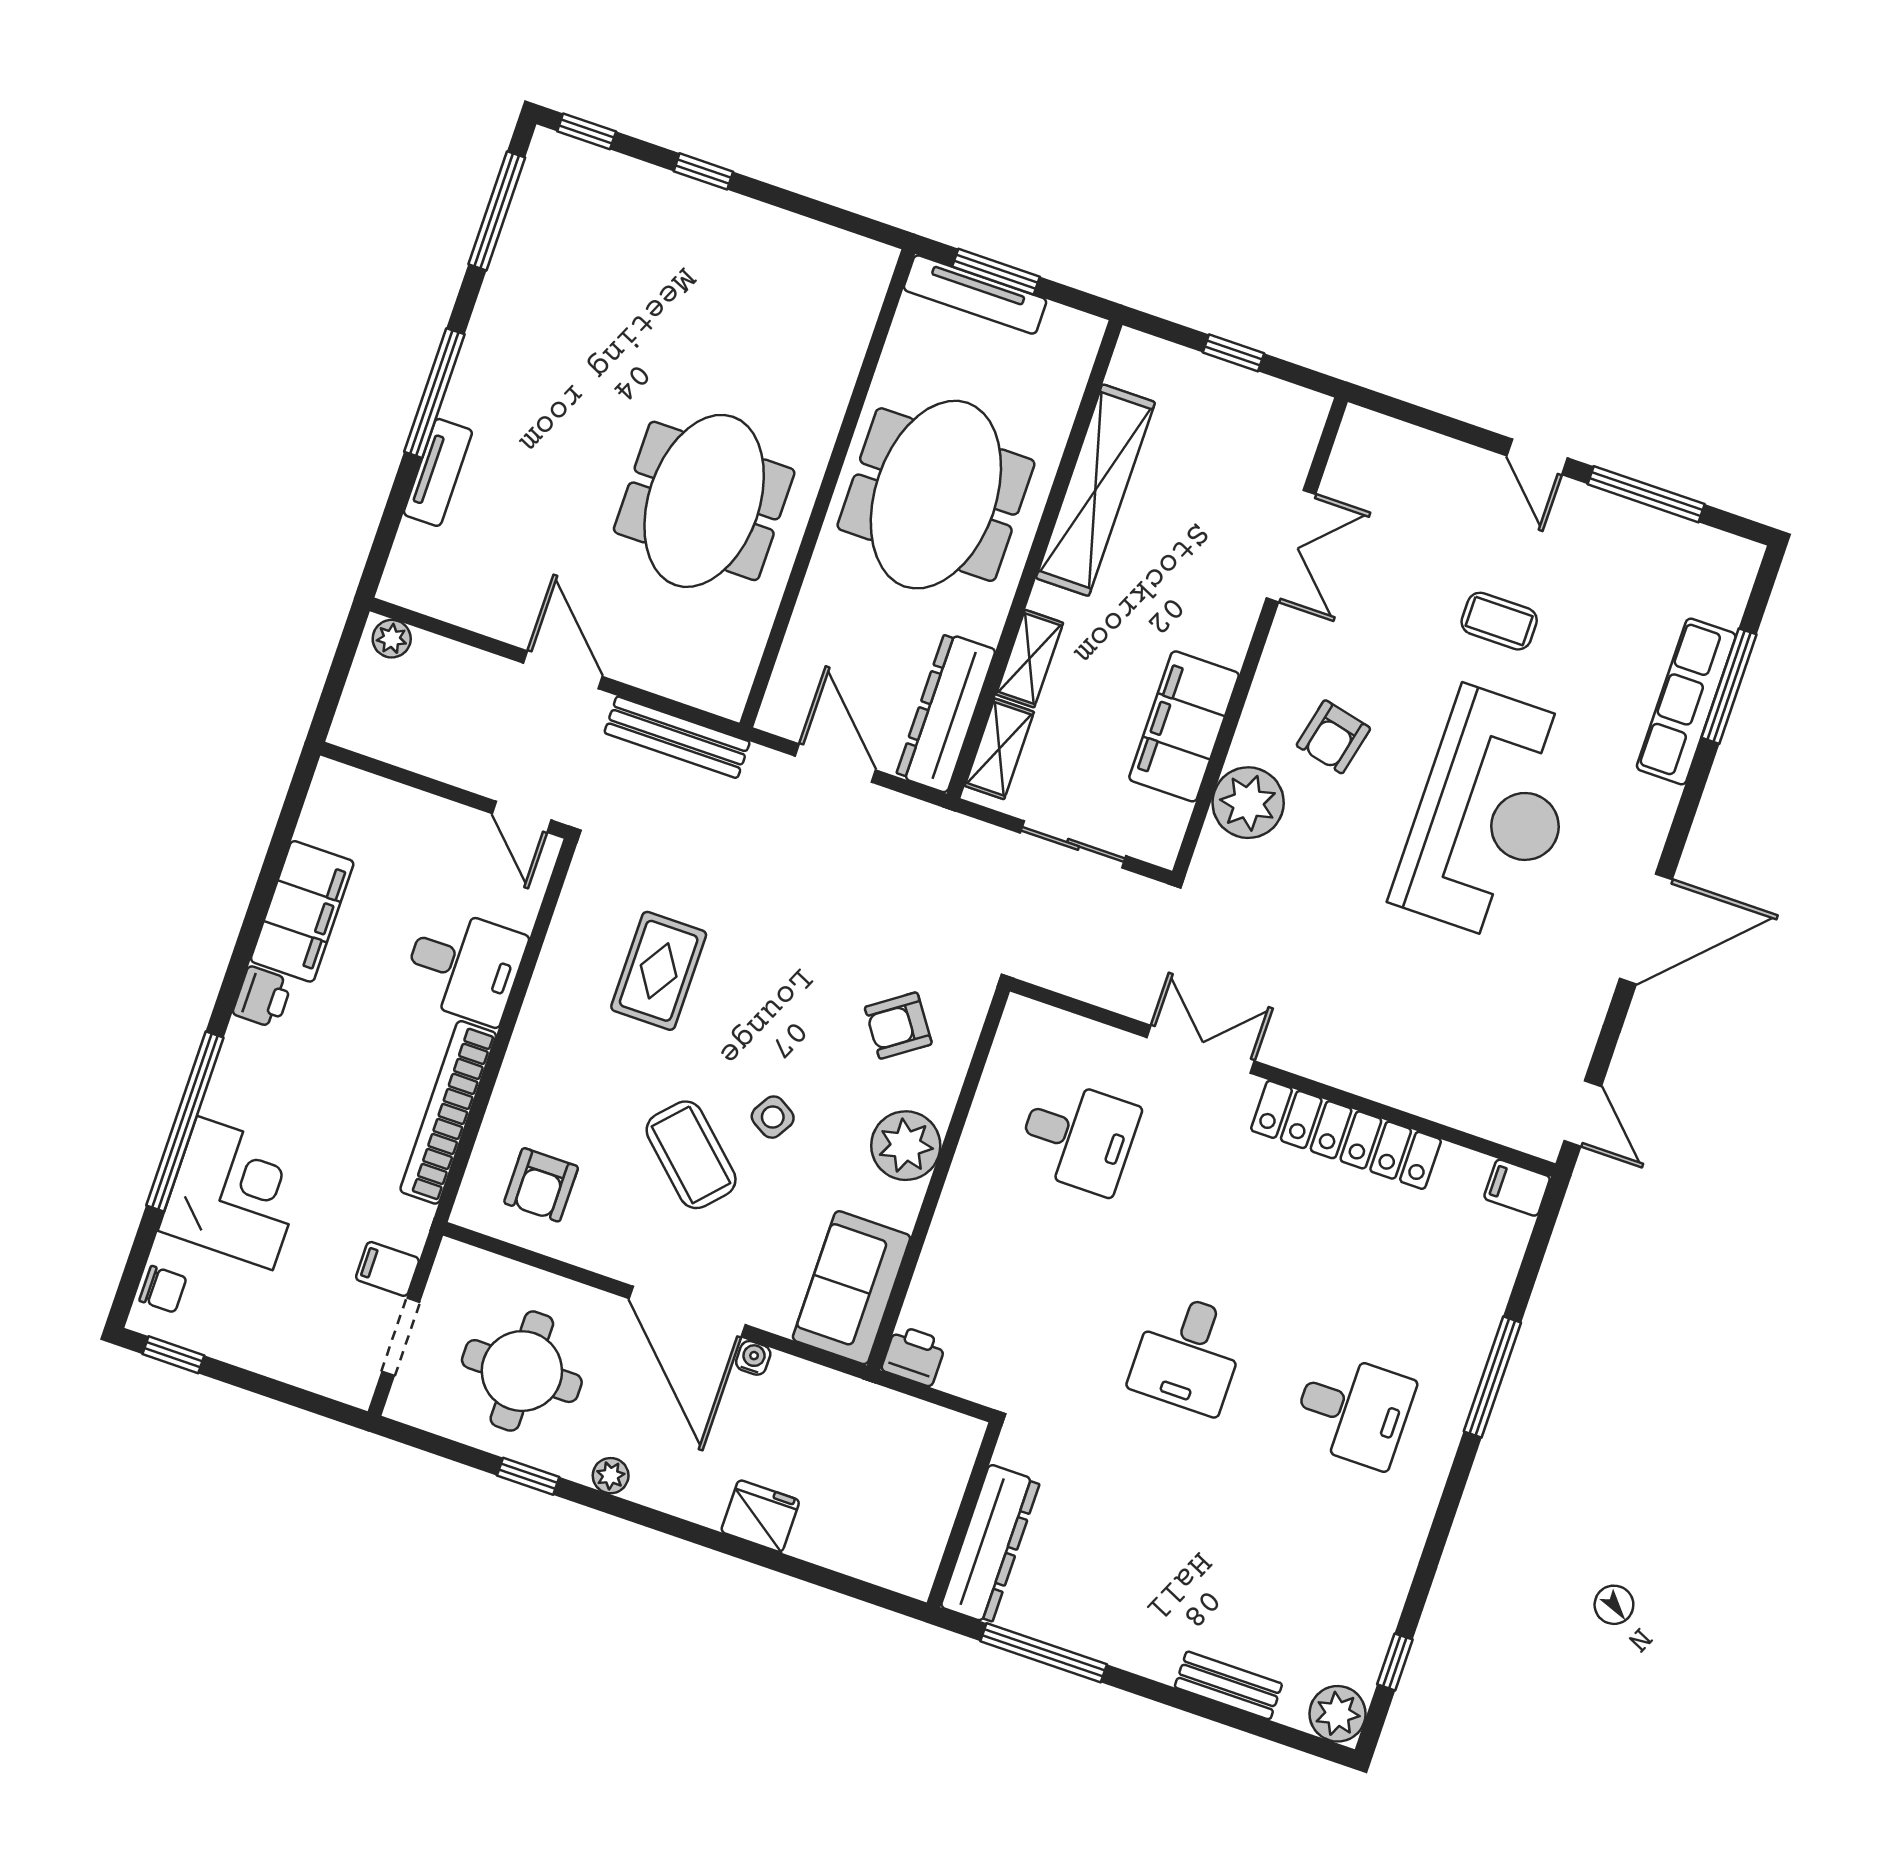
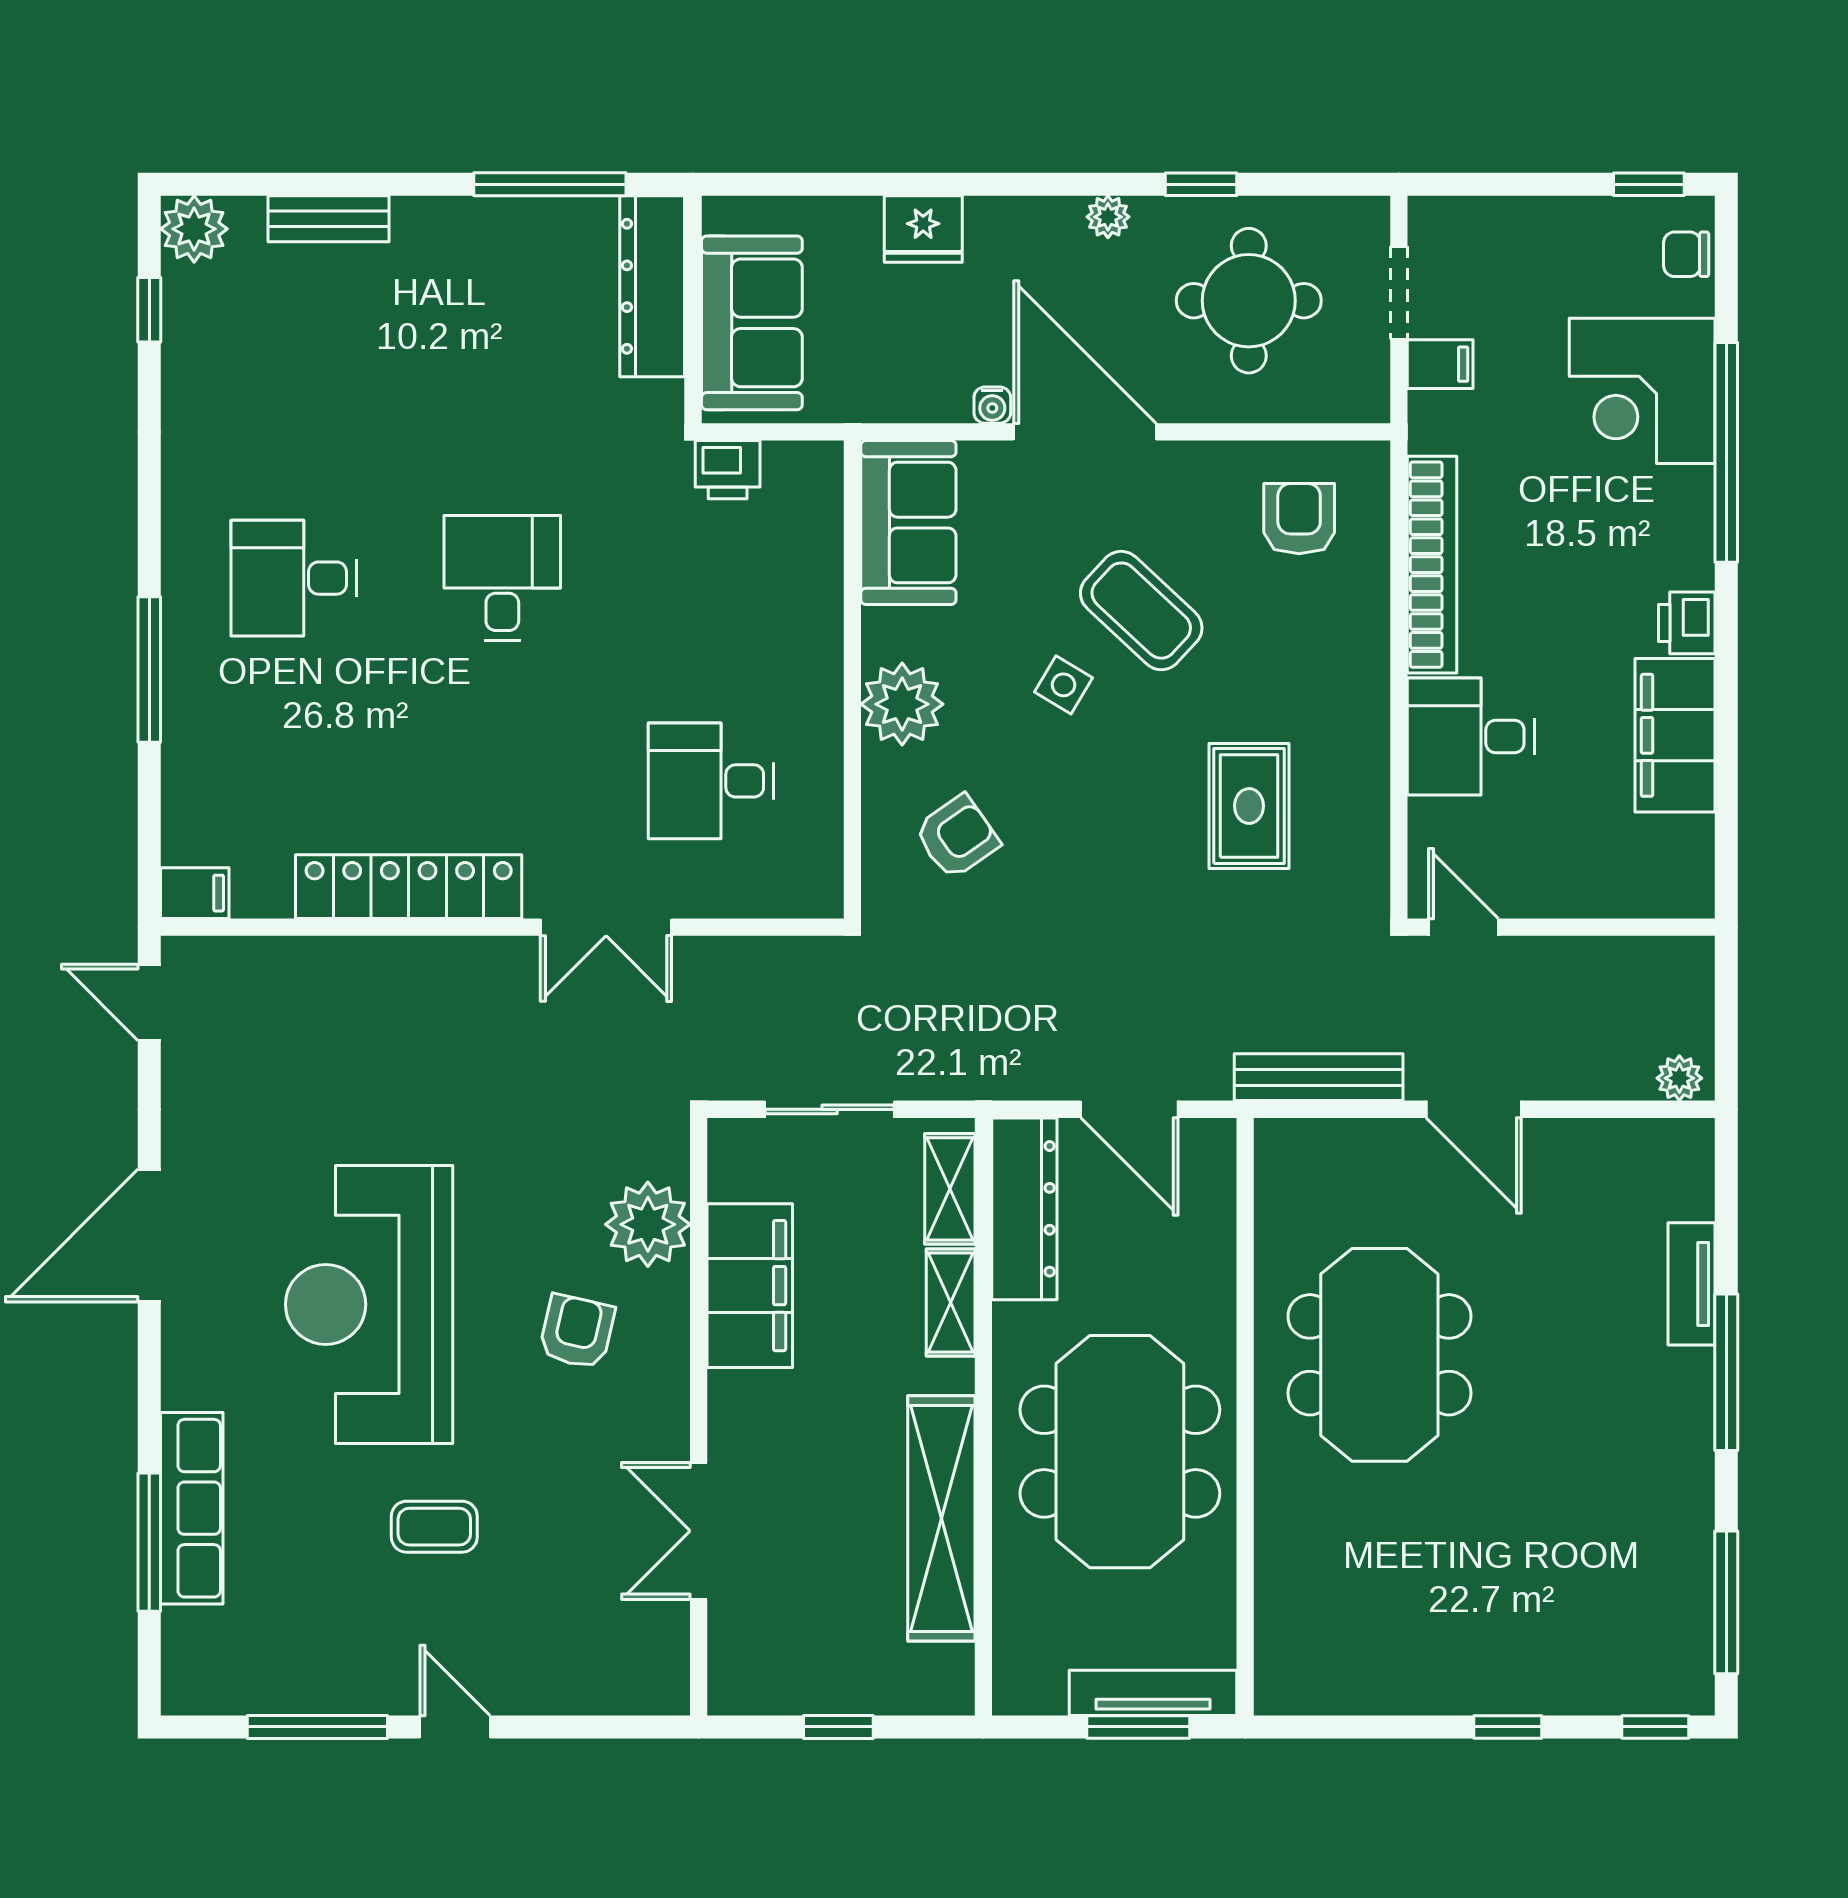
printer: (914, 1356) -> (728, 470), moved
sofa: (921, 1488) -> (752, 323), added

